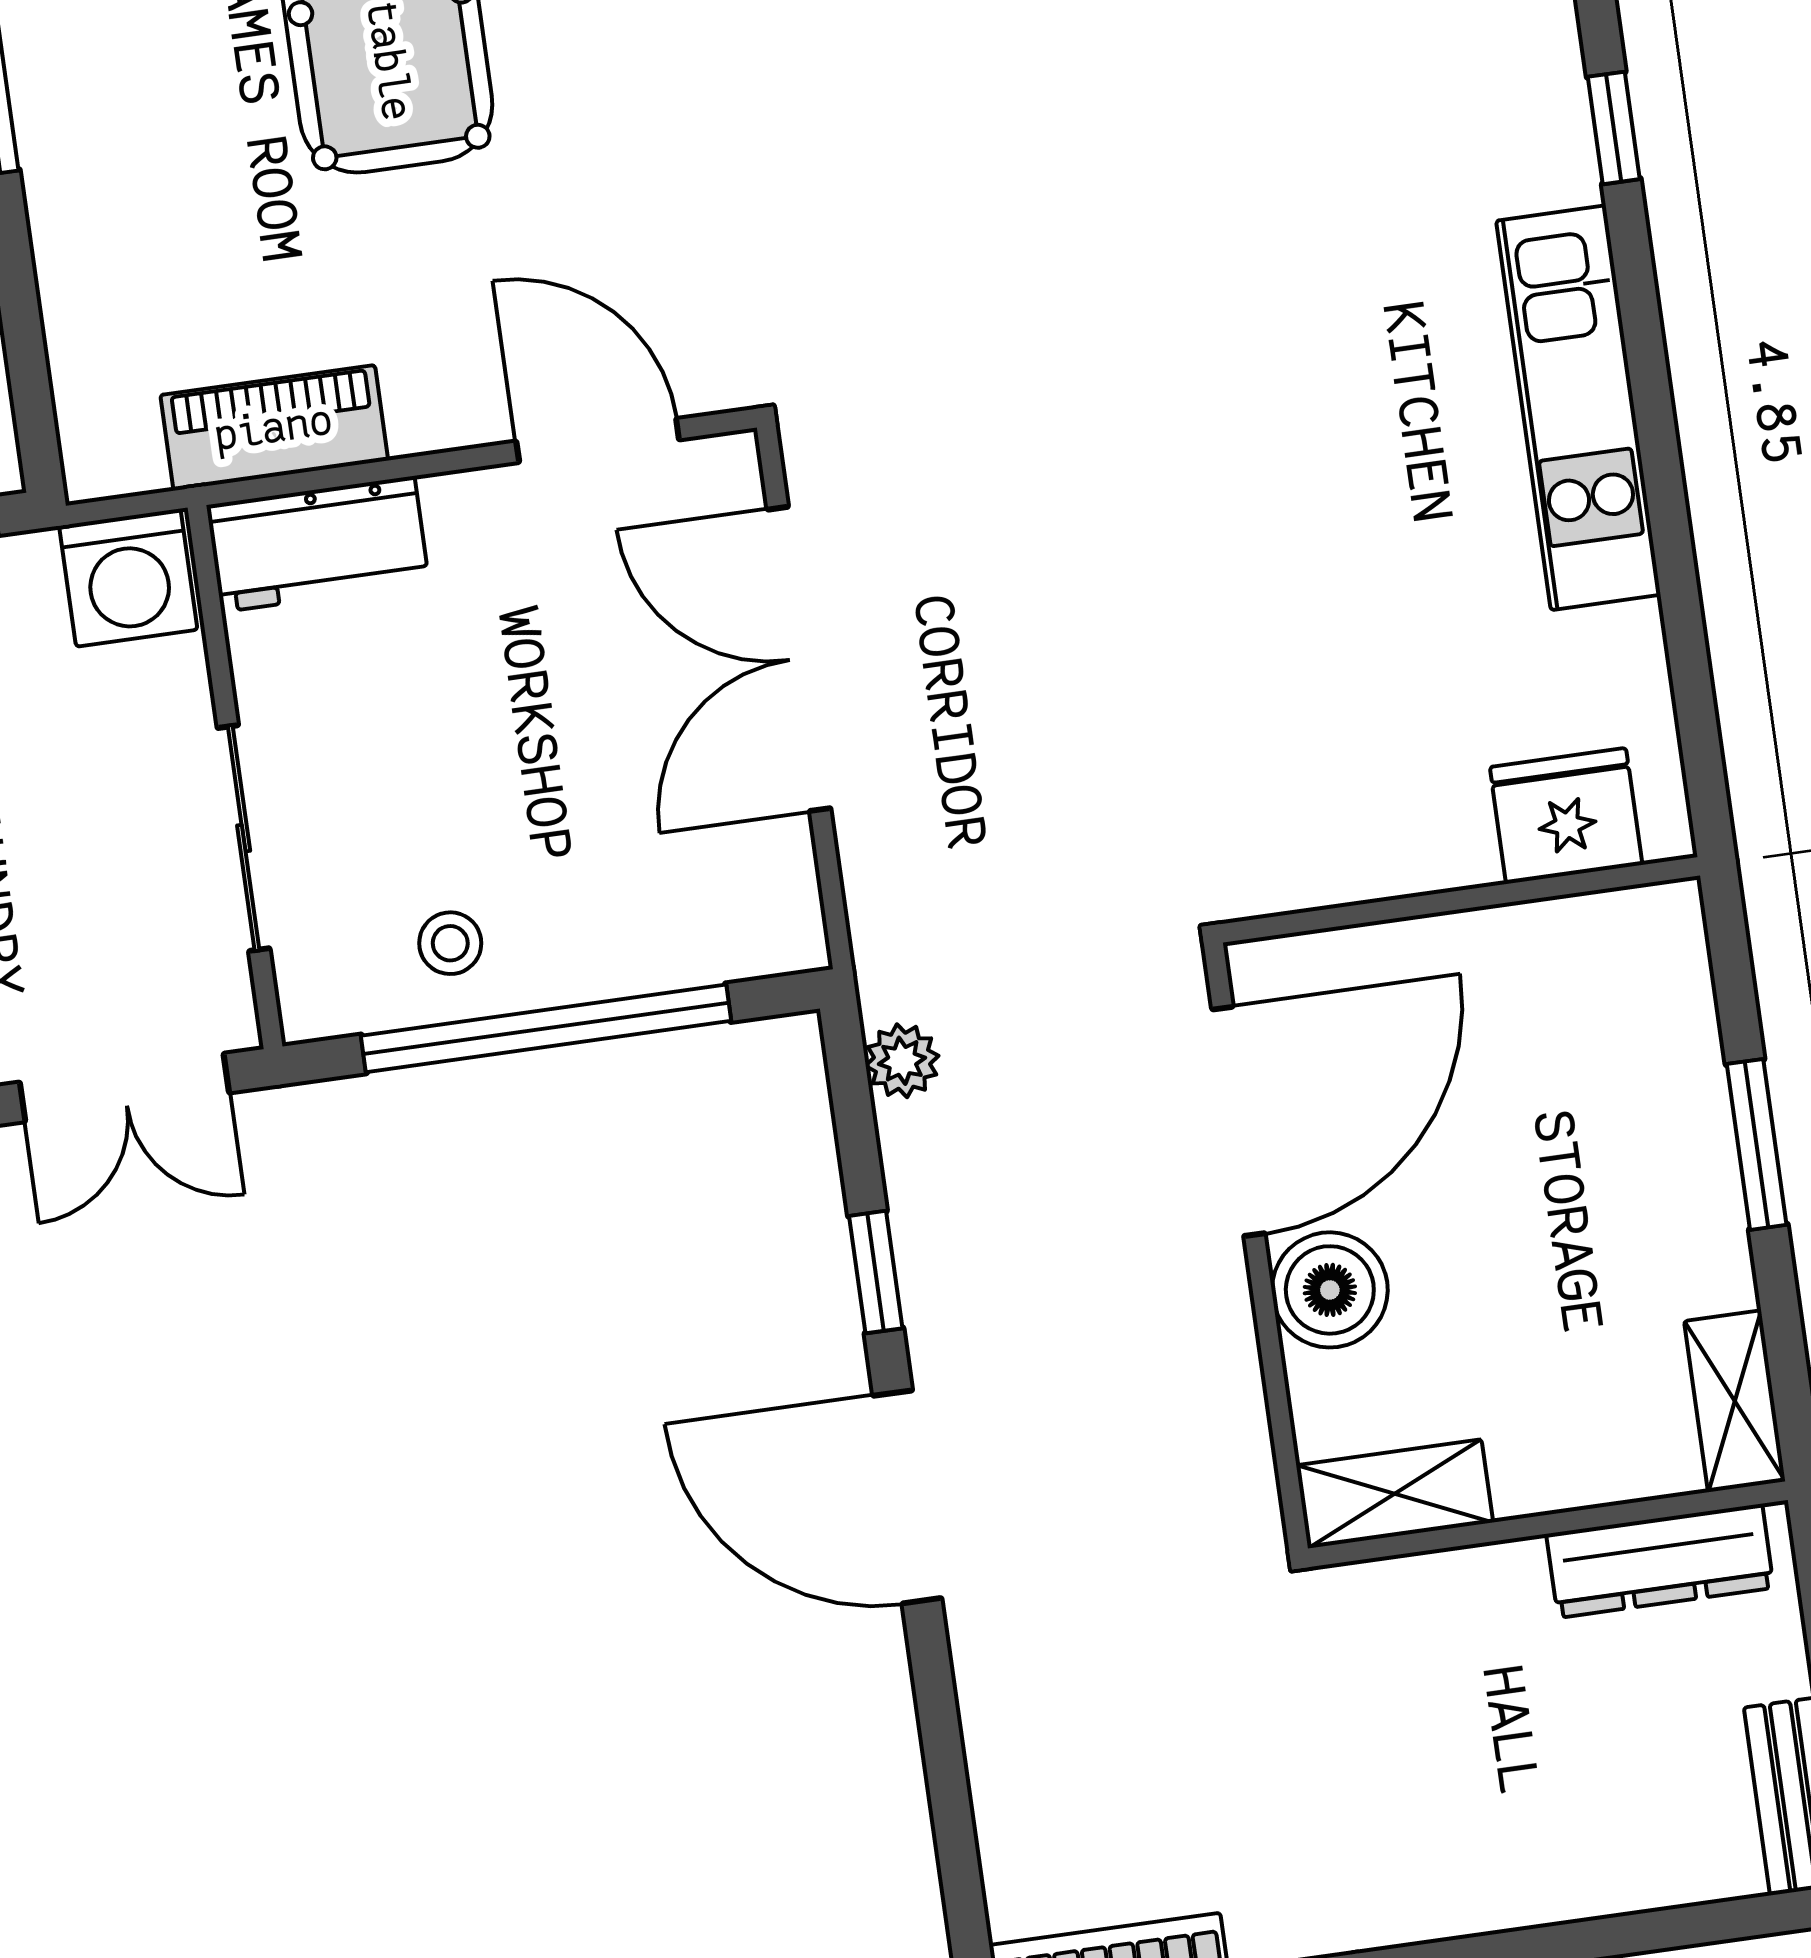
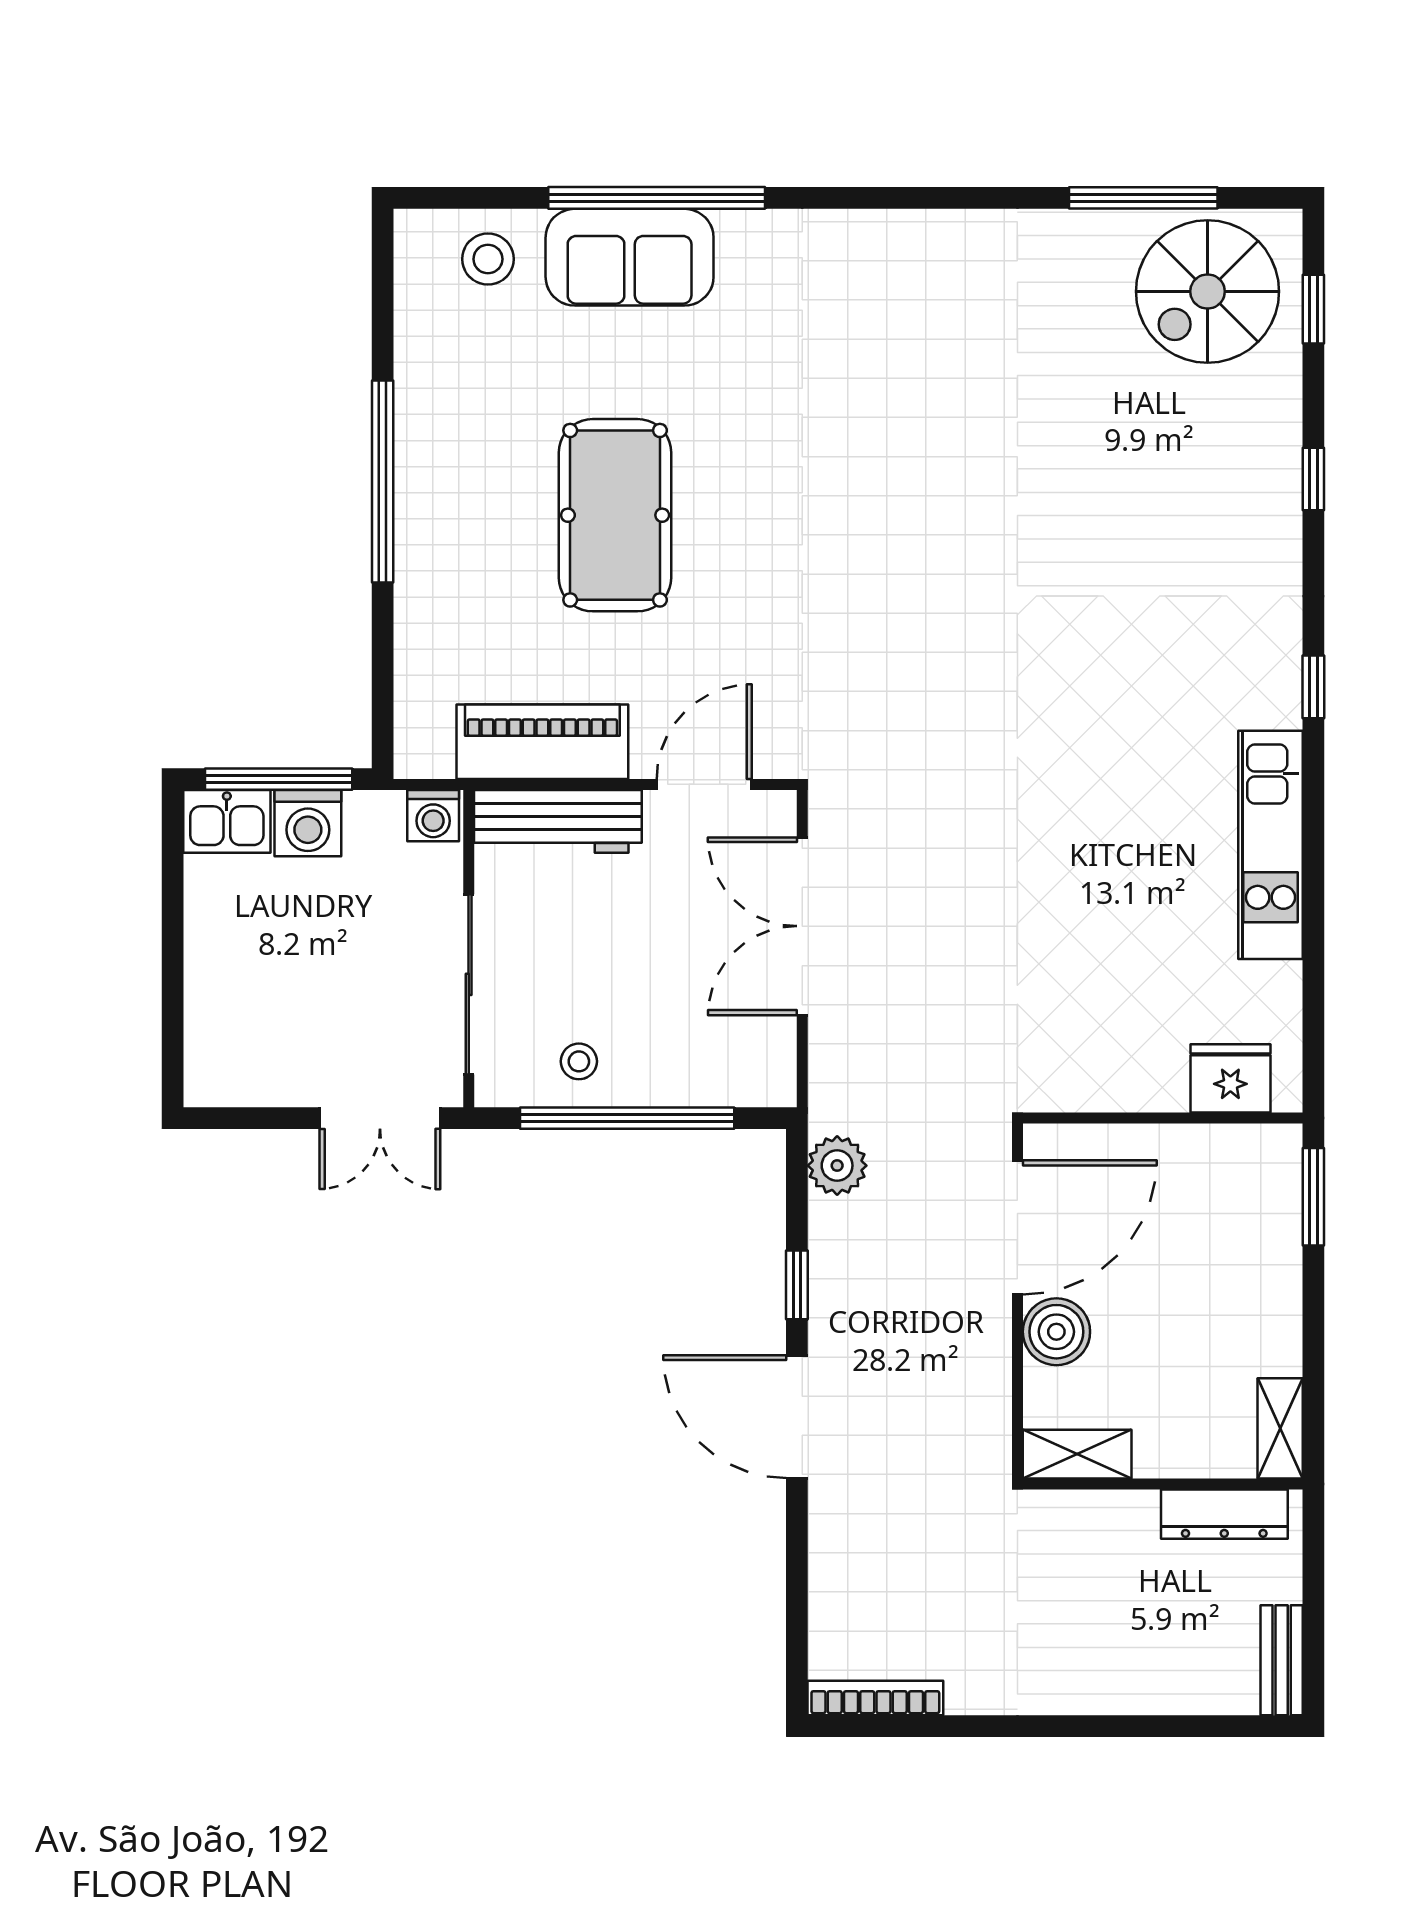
piano: (274, 428) -> (542, 742), width x1.37, depth x1.33
door: (598, 441) -> (704, 784), hinge flipped
workbench: (318, 544) -> (558, 821), width x1.38
washing machine: (128, 578) -> (433, 816), width x0.73, depth x0.73
sliding door: (244, 838) -> (469, 984), width x1.37
plant: (902, 1061) -> (837, 1166), width x1.38, depth x1.38
window: (1757, 1144) -> (1313, 1197), moved

